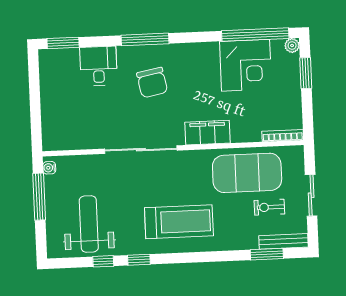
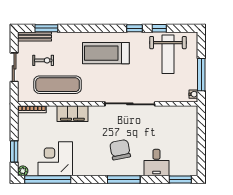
filing cabinet: (207, 133) -> (72, 114), moved
exercise mat: (247, 173) -> (58, 85), width x0.68

